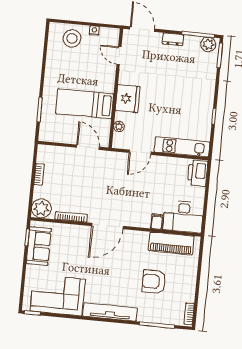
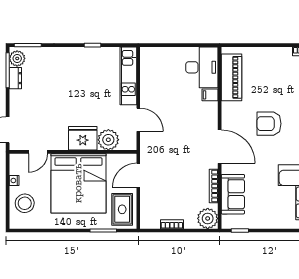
dresser: (173, 39) -> (15, 78), moved
bed: (85, 104) -> (78, 183), width x2.04
plant: (119, 127) -> (108, 140), width x1.88, depth x1.88
rug: (58, 129) -> (122, 209), added
printer: (198, 173) -> (154, 57), removed
sofa: (39, 246) -> (233, 194), moved, turned 90
armchair: (154, 282) -> (269, 124), moved, turned 90

